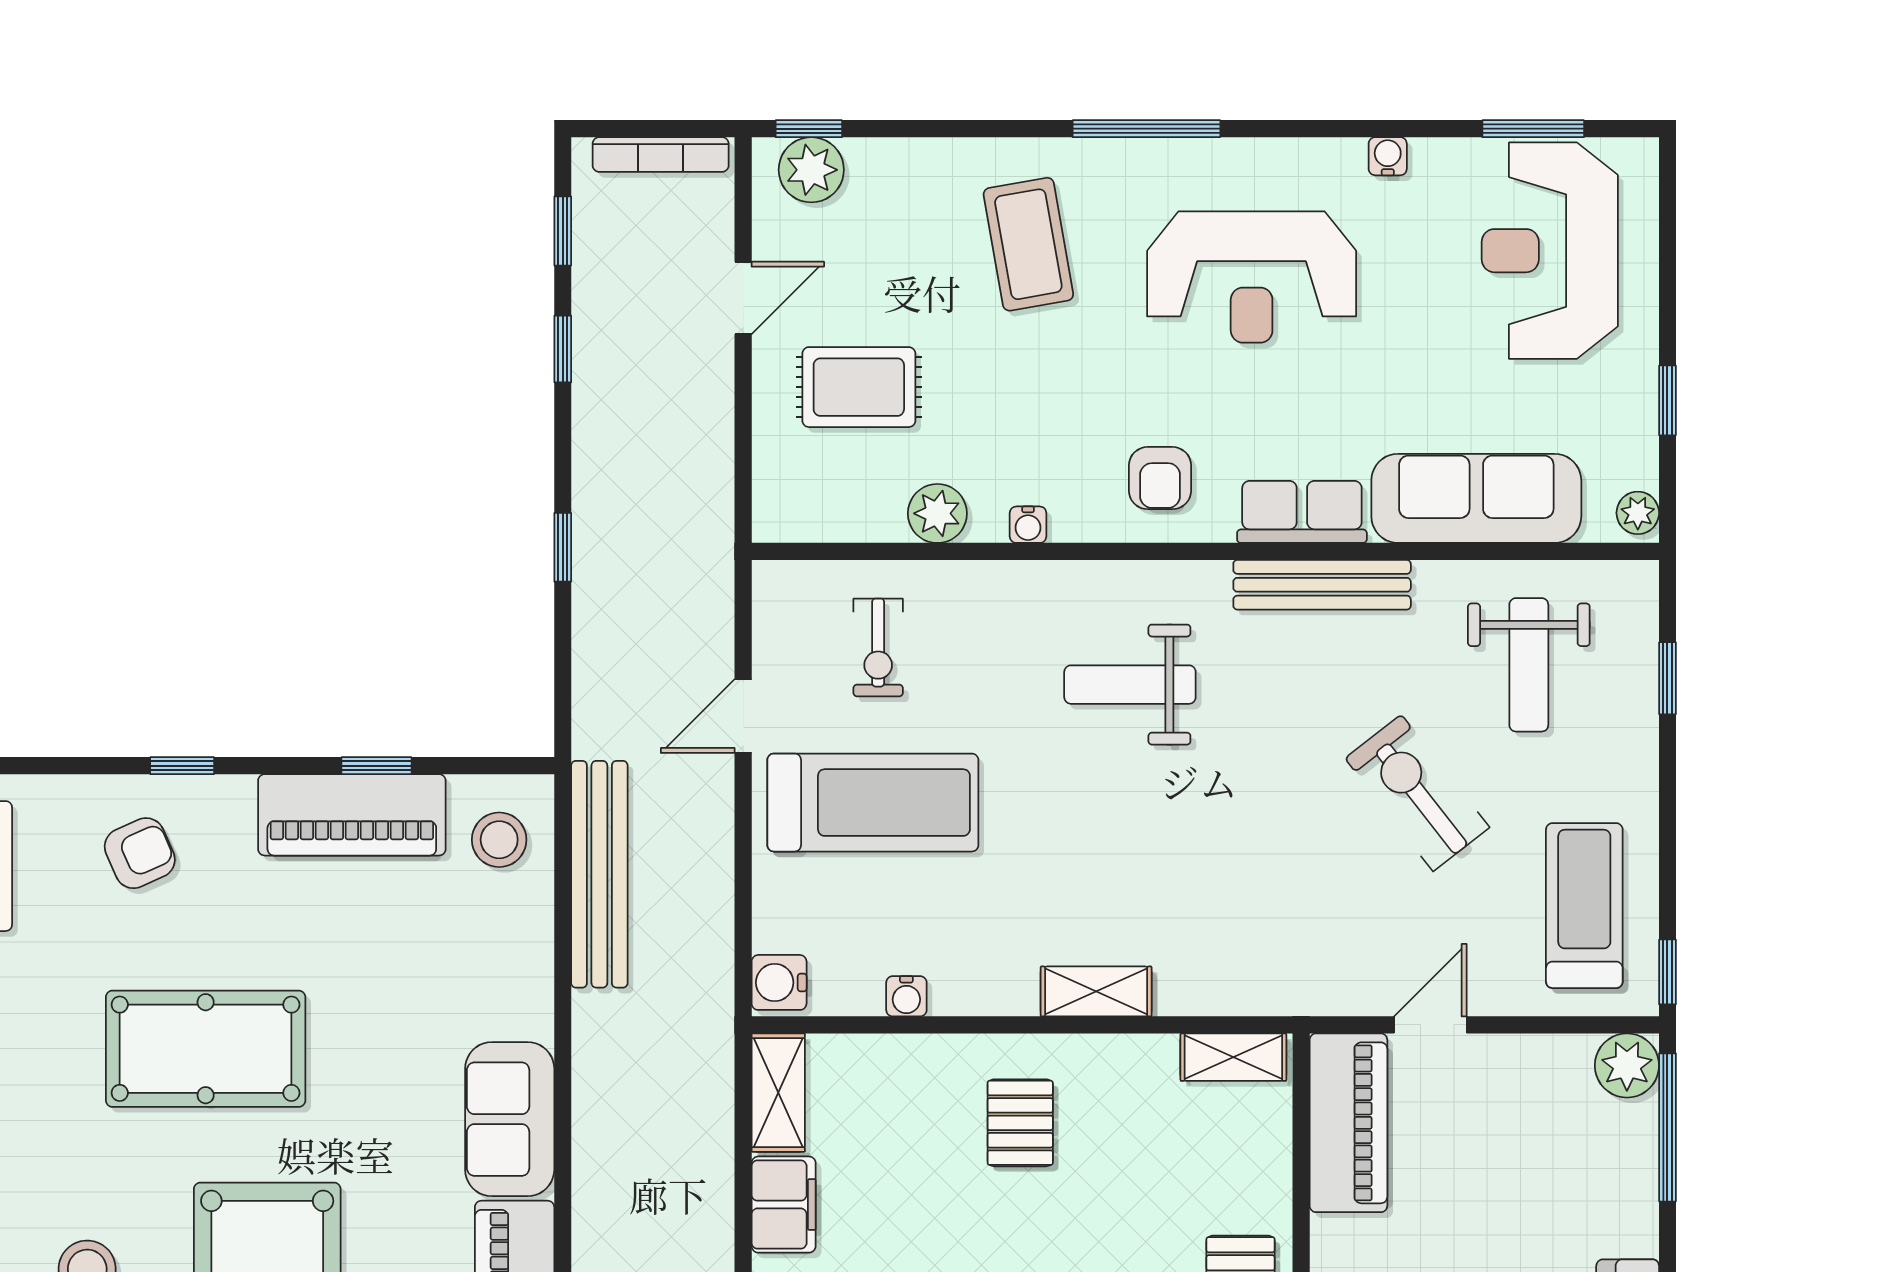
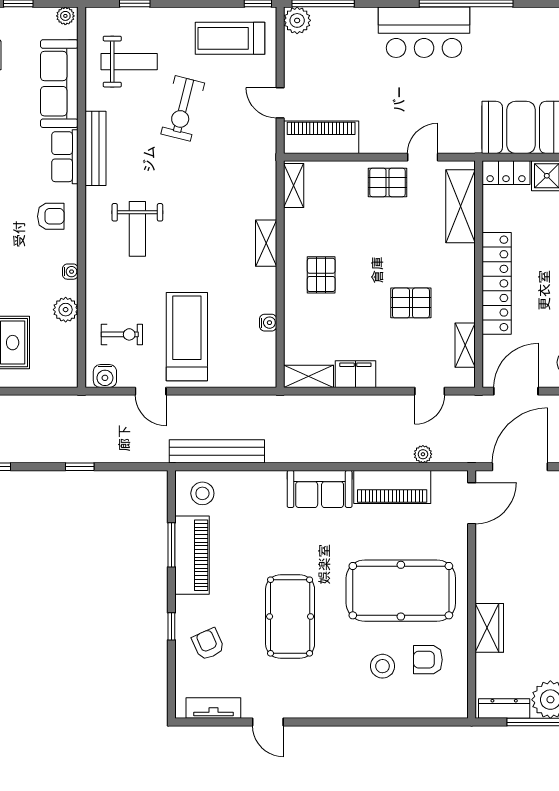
window: (376, 766) -> (171, 545), width x1.50
exercise bike: (1417, 793) -> (183, 108), turned -38
water cooler: (779, 982) -> (105, 376), moved
pallet: (1020, 1123) -> (321, 275), turned 90

